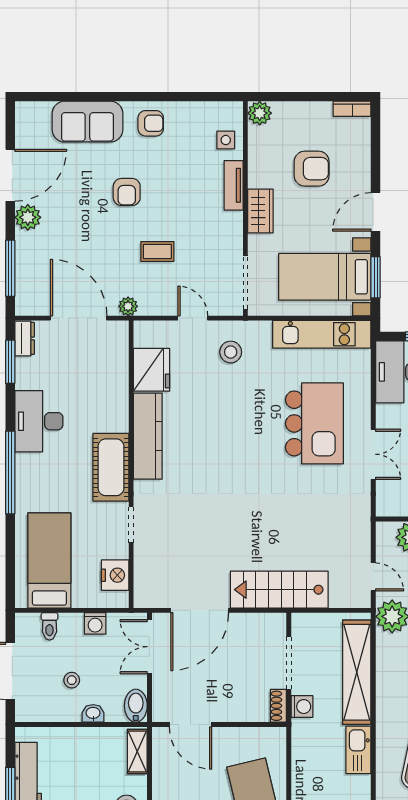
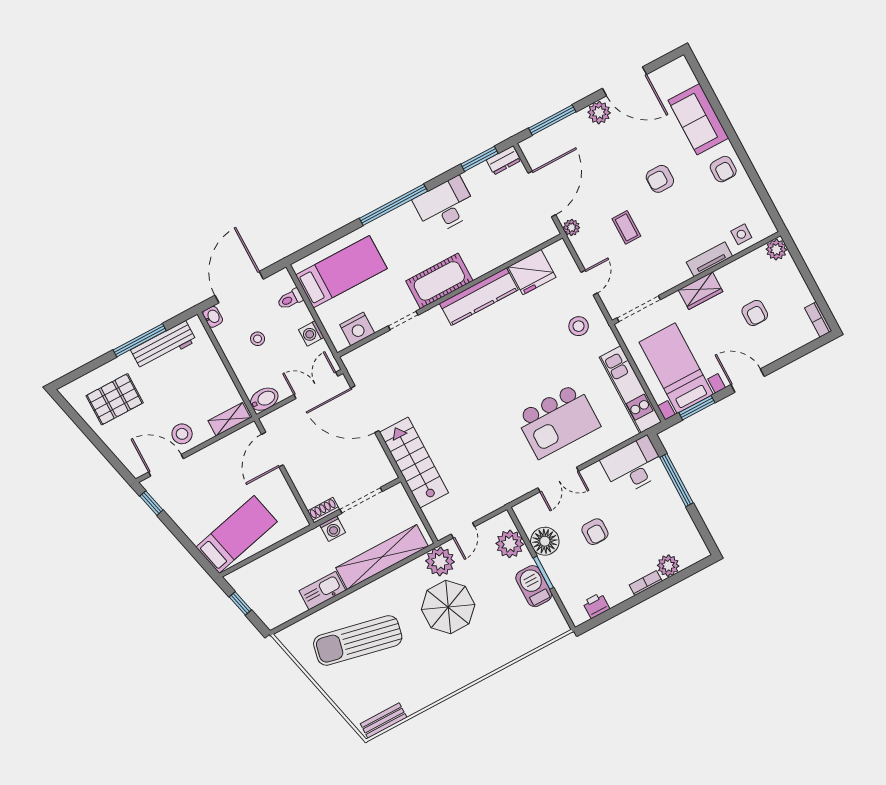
armchair: (312, 169) -> (755, 313), width x0.72, depth x0.72
washbasin: (93, 713) -> (213, 317), moved

